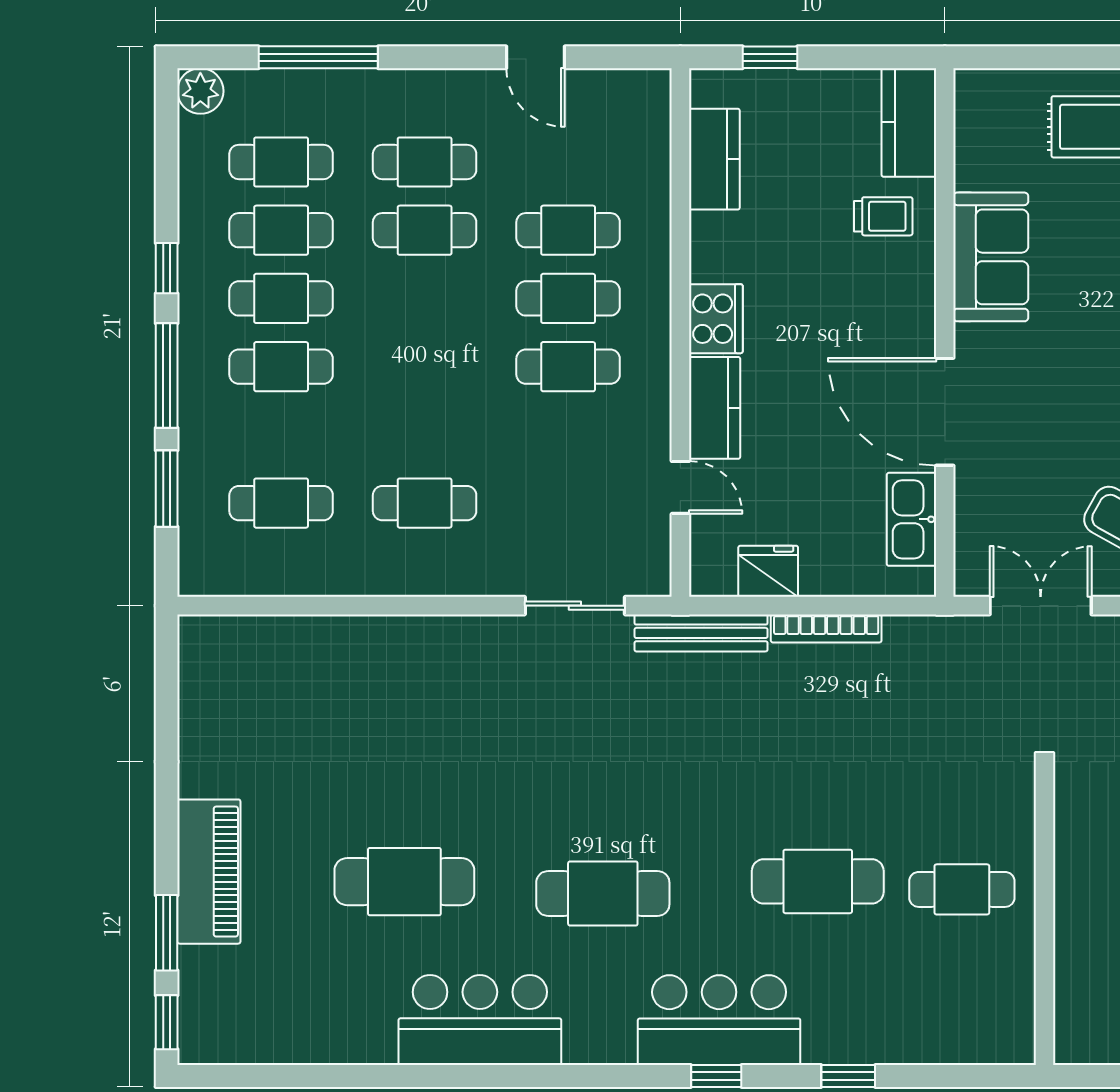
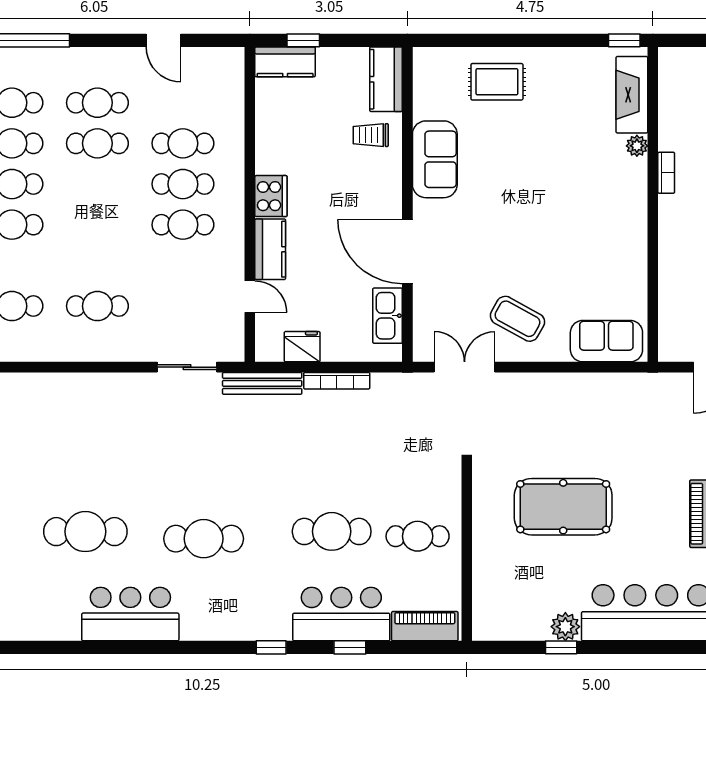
kitchen counter: (714, 159) -> (285, 62), moved, turned 90
trolley: (883, 216) -> (371, 135), turned 180
bar counter: (719, 1020) -> (341, 614), moved
piano: (974, 1040) -> (425, 626), added

